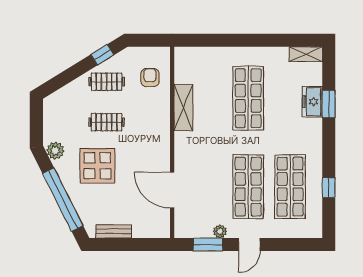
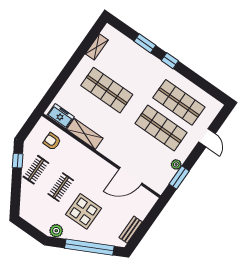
shelving: (306, 54) -> (97, 47), moved
freezer: (312, 102) -> (61, 116), moved, turned 180
window: (329, 188) -> (170, 61), moved
door: (249, 245) -> (207, 138), moved

